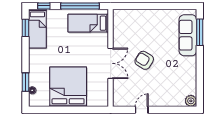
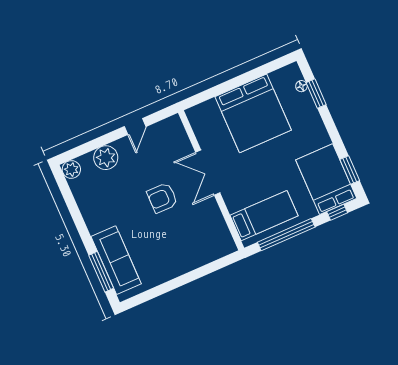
bed: (37, 29) -> (326, 179), width x1.50
armchair: (144, 60) -> (162, 198), turned 148
plant: (167, 99) -> (106, 158), added

